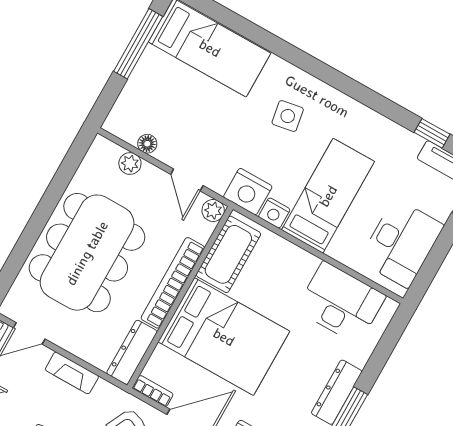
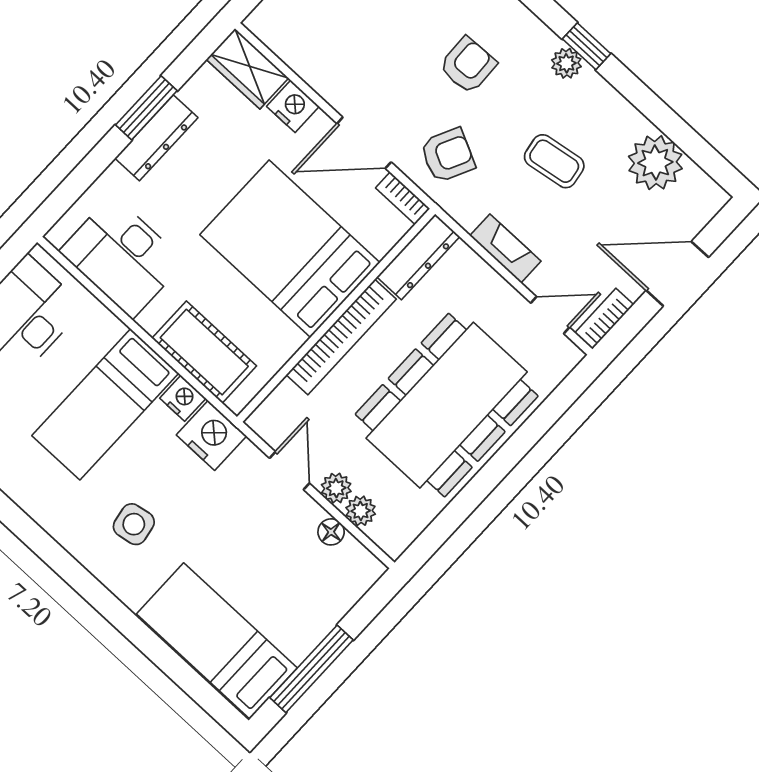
plant: (213, 210) -> (336, 488), moved
cot: (228, 254) -> (204, 352), moved, turned 90

